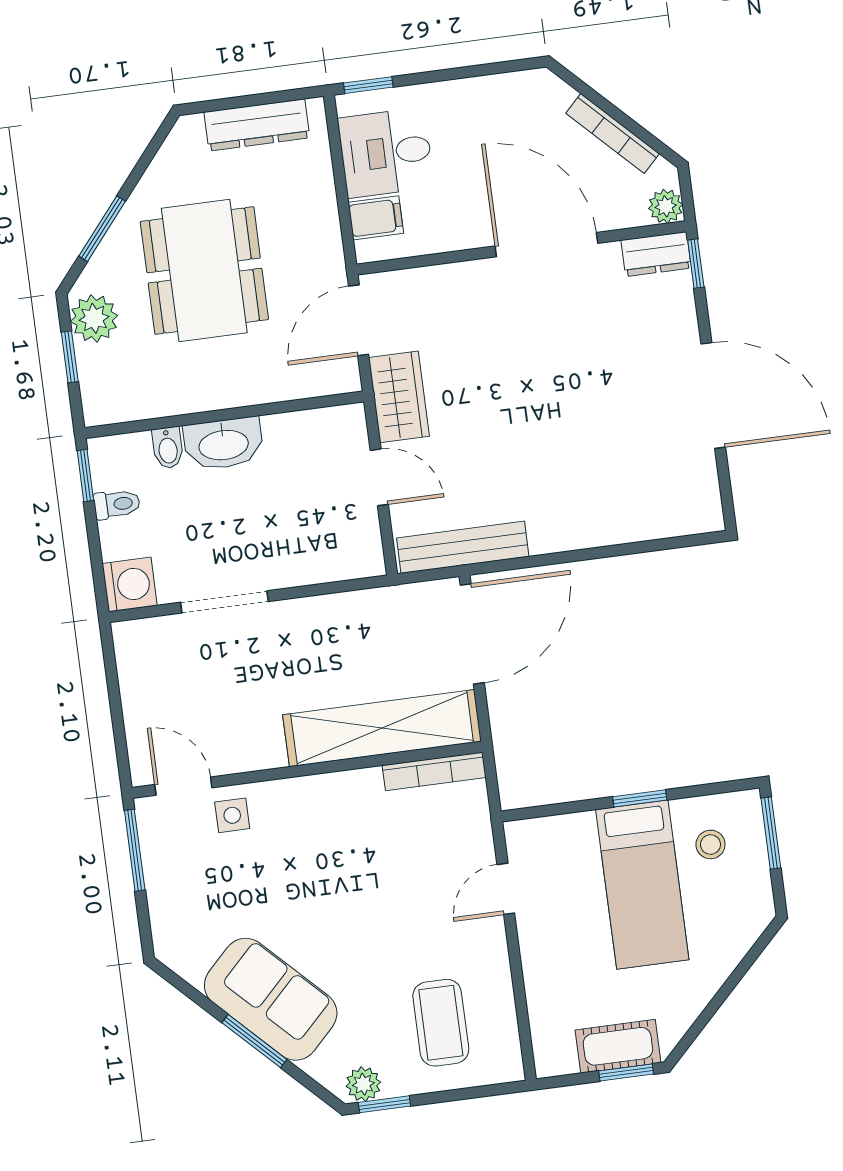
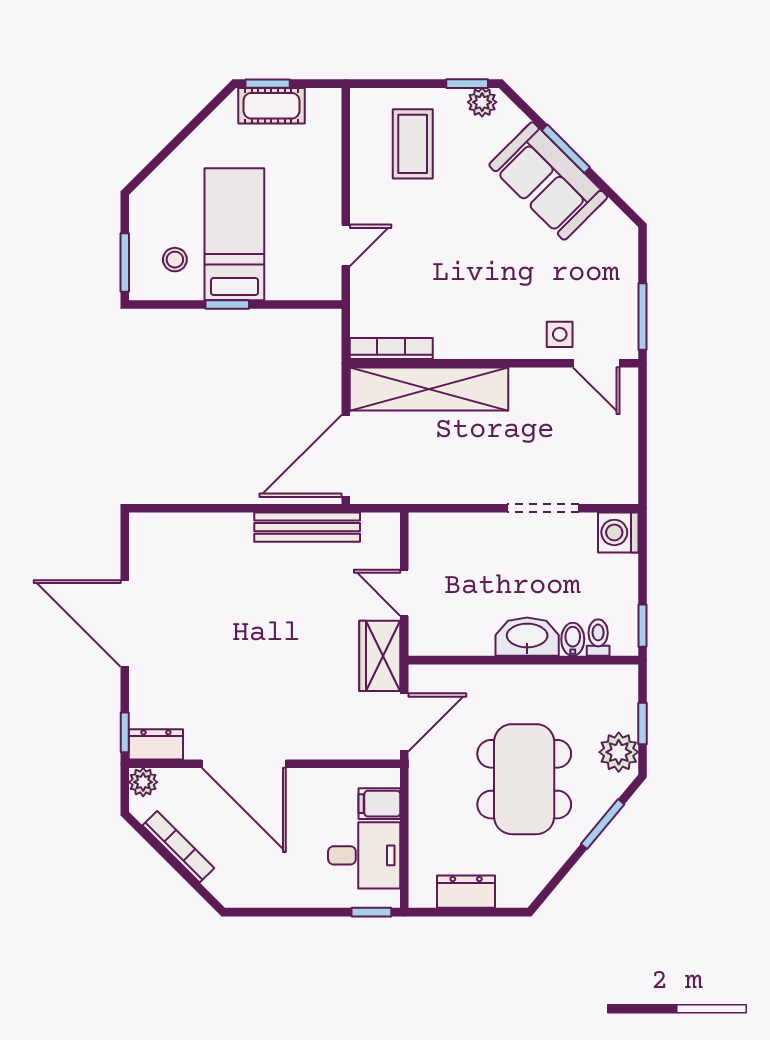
dresser: (257, 125) -> (466, 892), width x0.70
toilet: (117, 504) -> (598, 638), moved, turned 90
bench: (463, 547) -> (307, 527), moved

